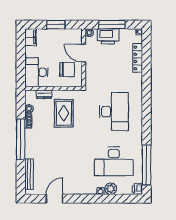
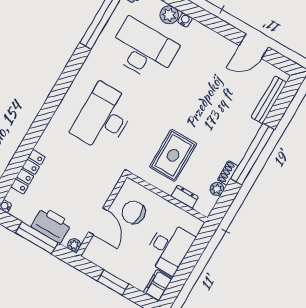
desk: (36, 72) -> (169, 248), moved

